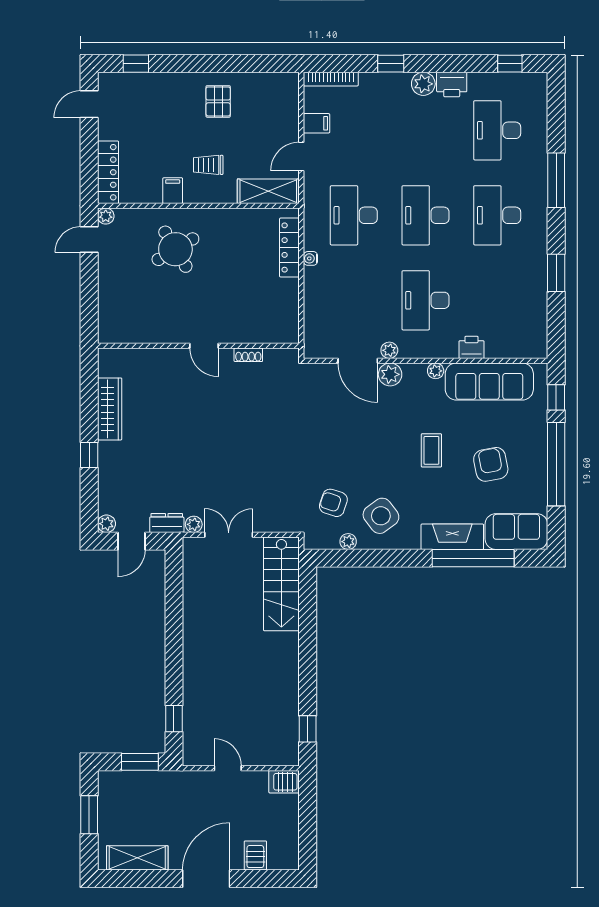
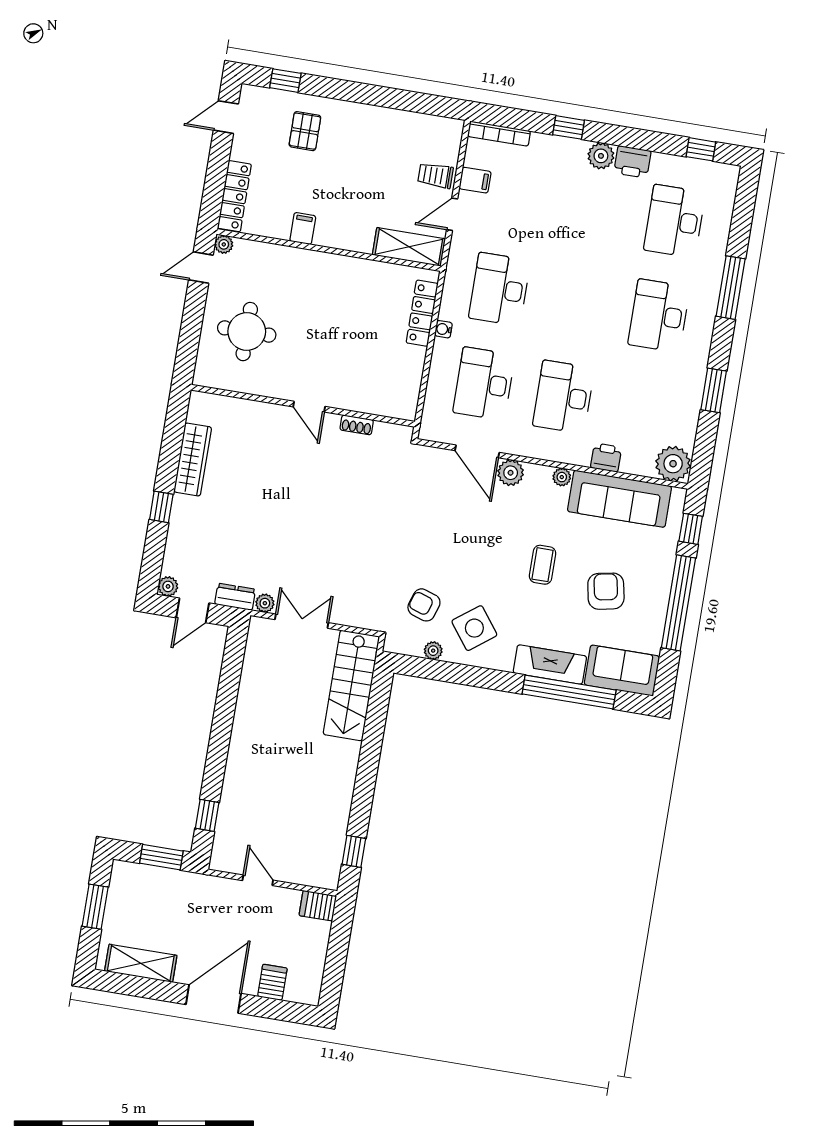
pallet: (218, 101) -> (305, 131), moved
trolley: (208, 165) -> (435, 175), moved
desk: (425, 215) -> (484, 384), moved
round table: (175, 249) -> (247, 332), moved, turned 31
plant: (389, 350) -> (673, 464), moved, width x1.88, depth x1.88

